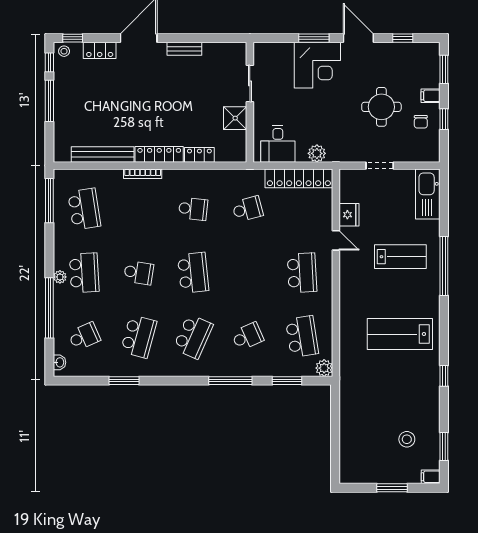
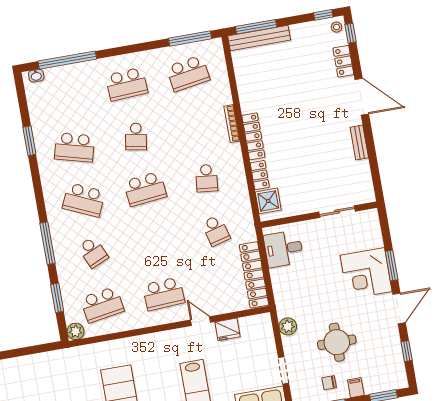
window: (49, 101) -> (256, 27), moved
shower: (235, 118) -> (268, 201), moved
plant: (317, 153) -> (288, 326), moved
bench: (103, 155) -> (259, 38), moved, turned 90
doorway: (380, 166) -> (283, 370), moved
door: (336, 240) -> (200, 321), swing flipped
plant: (60, 277) -> (118, 62), removed
window: (49, 308) -> (67, 60), moved
school desk: (84, 336) -> (65, 95), removed

